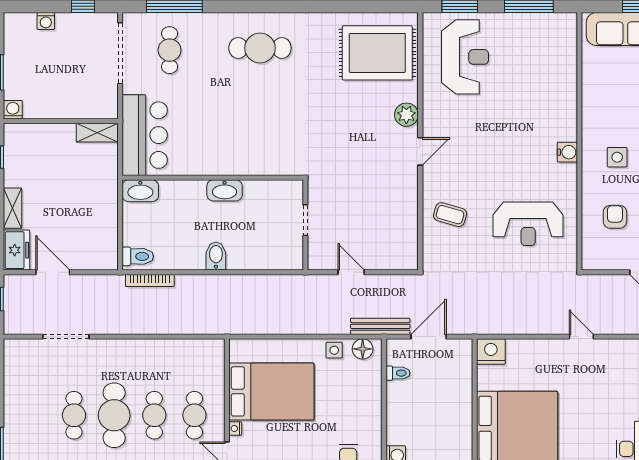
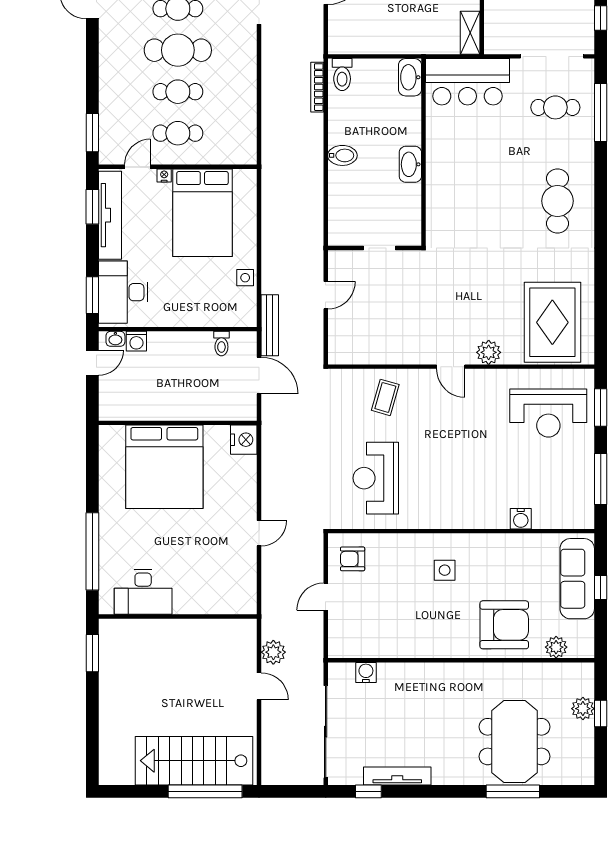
water cooler: (567, 152) -> (521, 519), moved
armchair: (615, 217) -> (353, 559), moved, turned 180
floor lamp: (363, 349) -> (246, 307), removed

